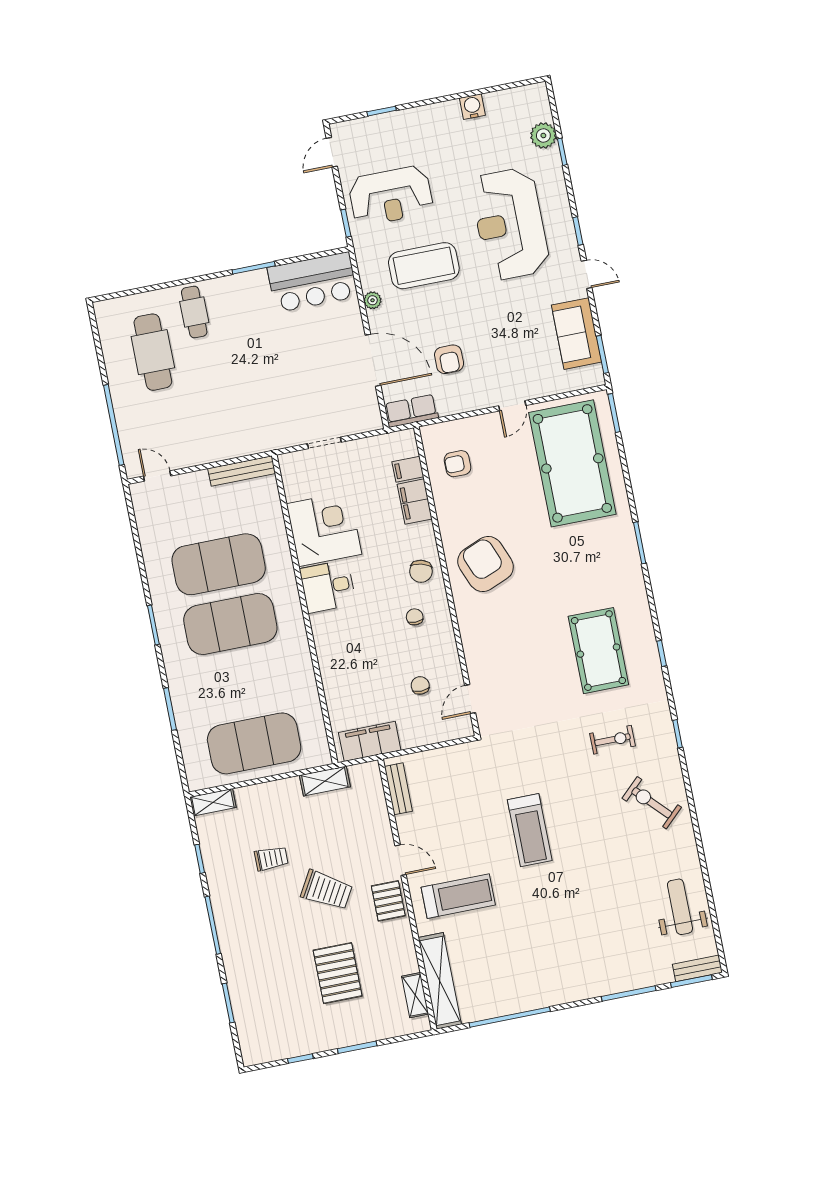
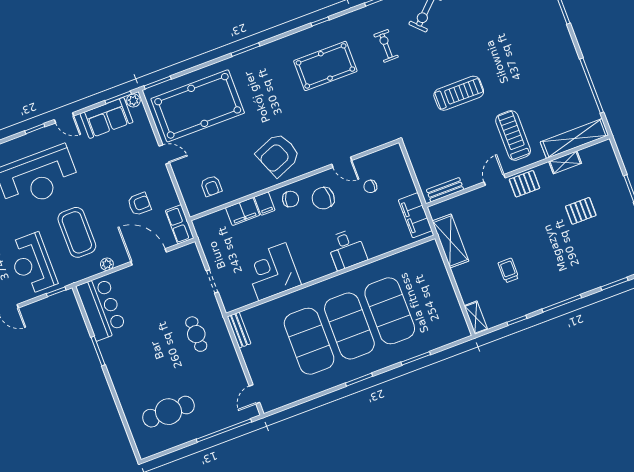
reception desk: (391, 196) -> (32, 264), turned 180
door: (587, 274) -> (64, 118), swing flipped
cafe table: (194, 312) -> (196, 334), moved, turned 90
door: (373, 360) -> (149, 257), hinge flipped
plant: (595, 375) -> (133, 100), added
filing cabinet: (408, 469) -> (265, 204), moved
bench: (242, 471) -> (239, 330), width x0.73
desk: (328, 586) -> (347, 249), moved
chair: (415, 617) -> (323, 198), width x1.87, depth x1.87
door: (470, 699) -> (342, 162), moved
exercise mat: (254, 743) -> (390, 311), moved
shelving: (325, 781) -> (450, 241), width x1.50, depth x1.33
trolley: (327, 890) -> (524, 228), removed
pallet: (338, 973) -> (581, 211), width x0.67, depth x0.71
shelving: (415, 995) -> (565, 162), moved

